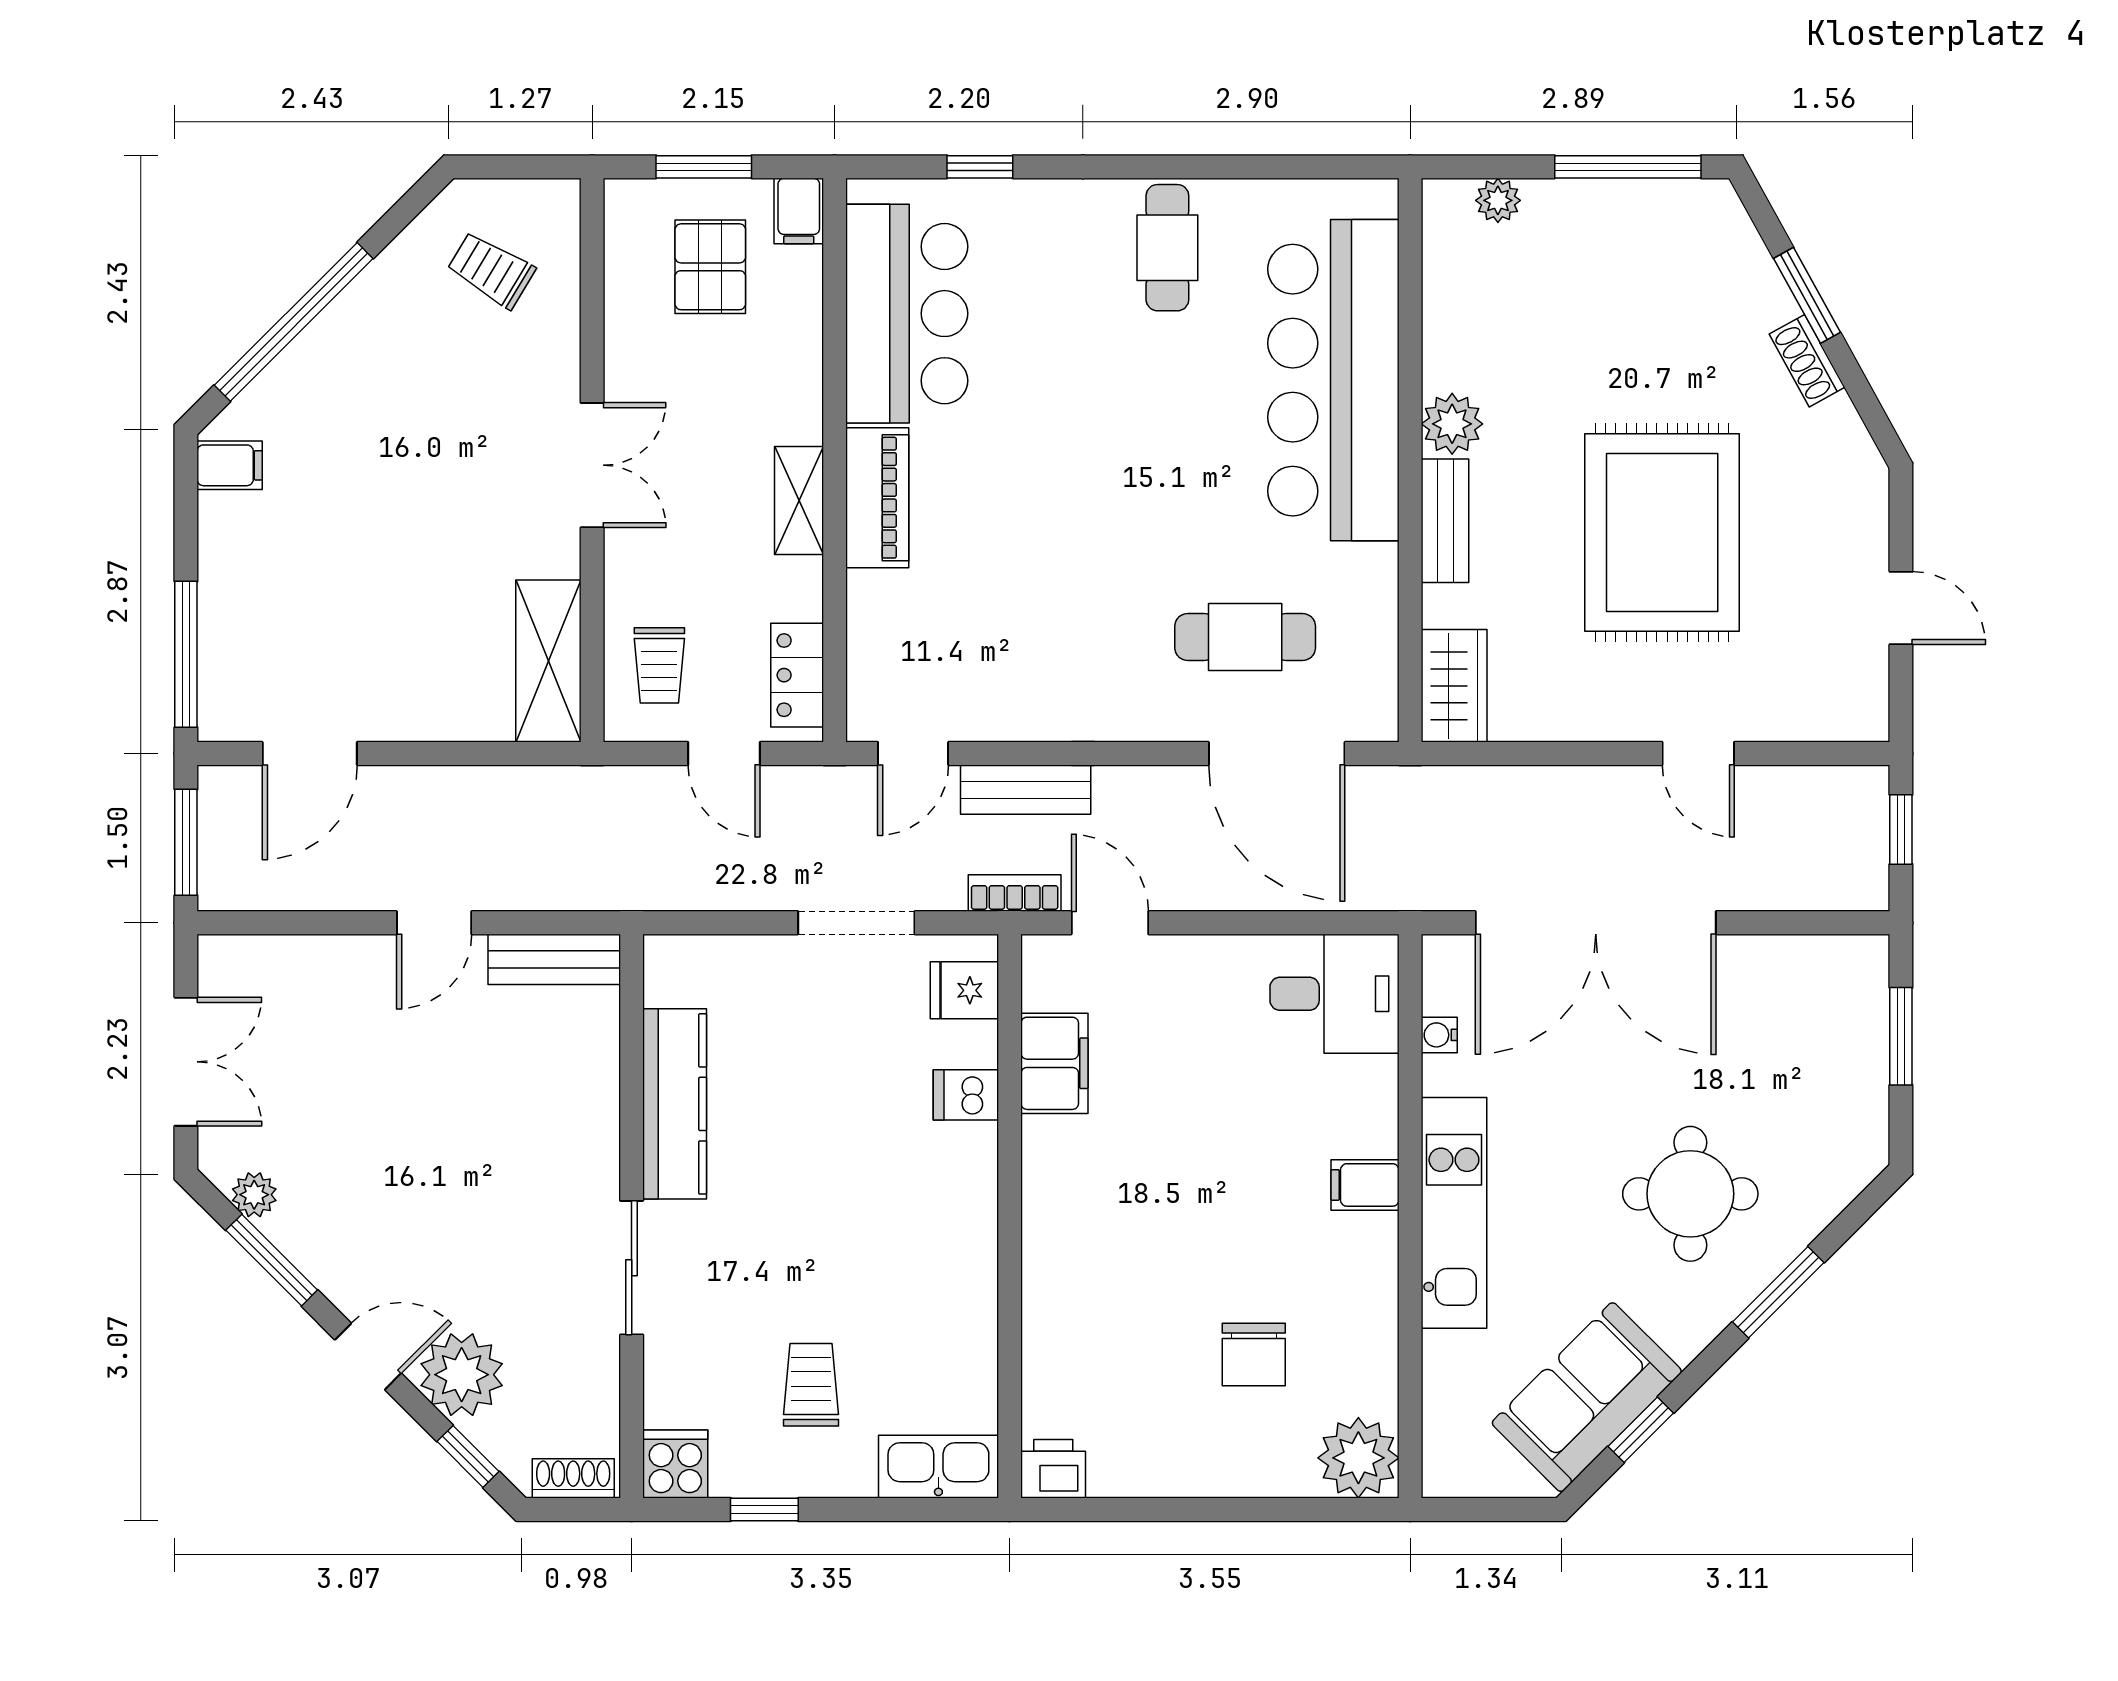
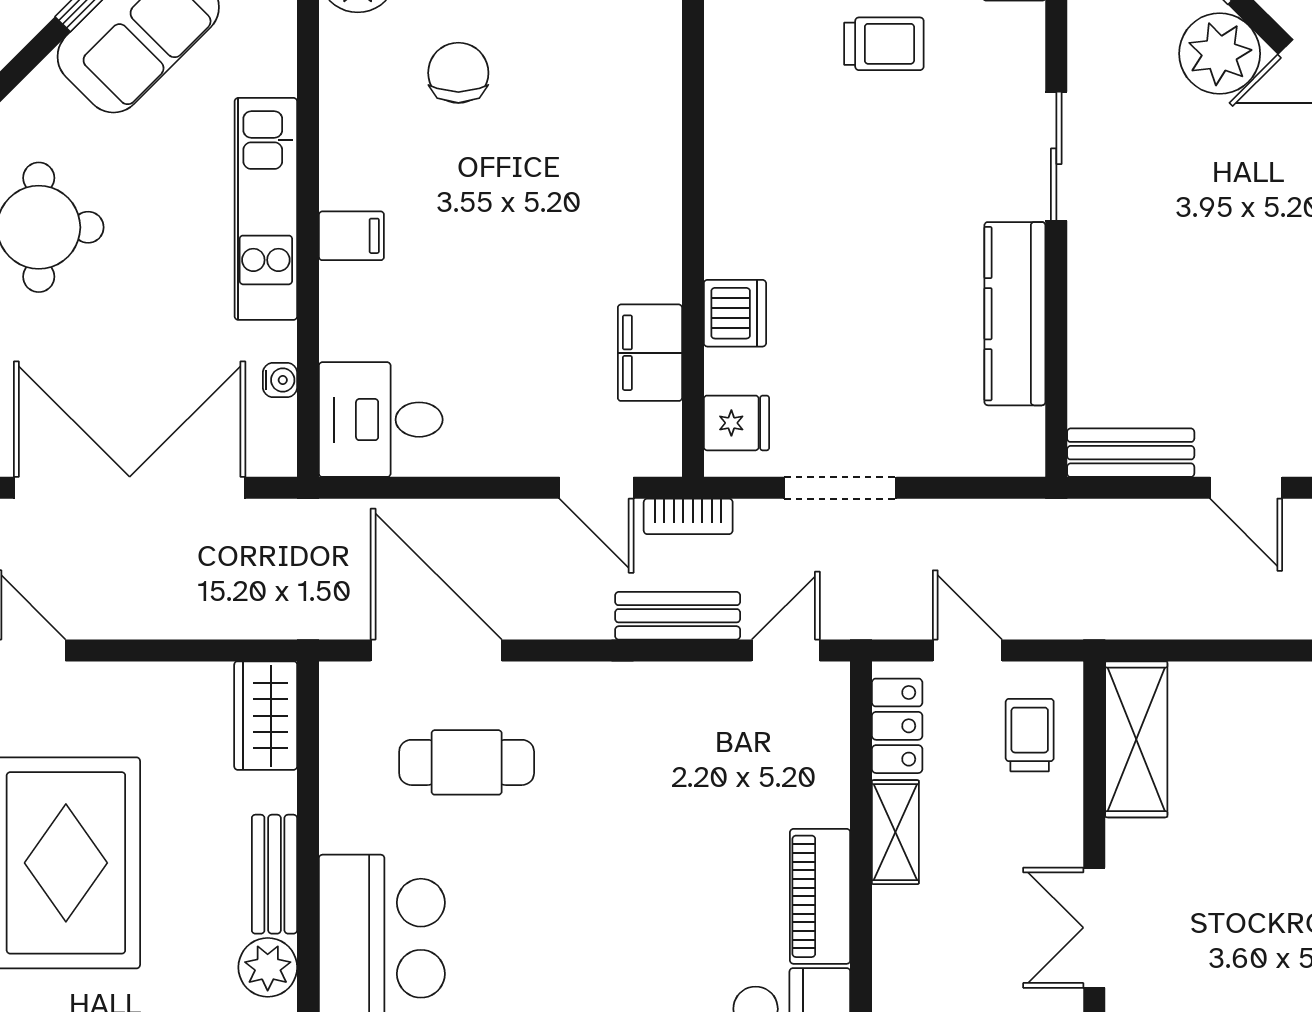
shelving: (799, 500) -> (895, 832), moved
door: (434, 923) -> (1246, 488), swing flipped
dishwasher: (966, 1095) -> (735, 313), width x1.38
trolley: (811, 1385) -> (884, 44), turned -90

